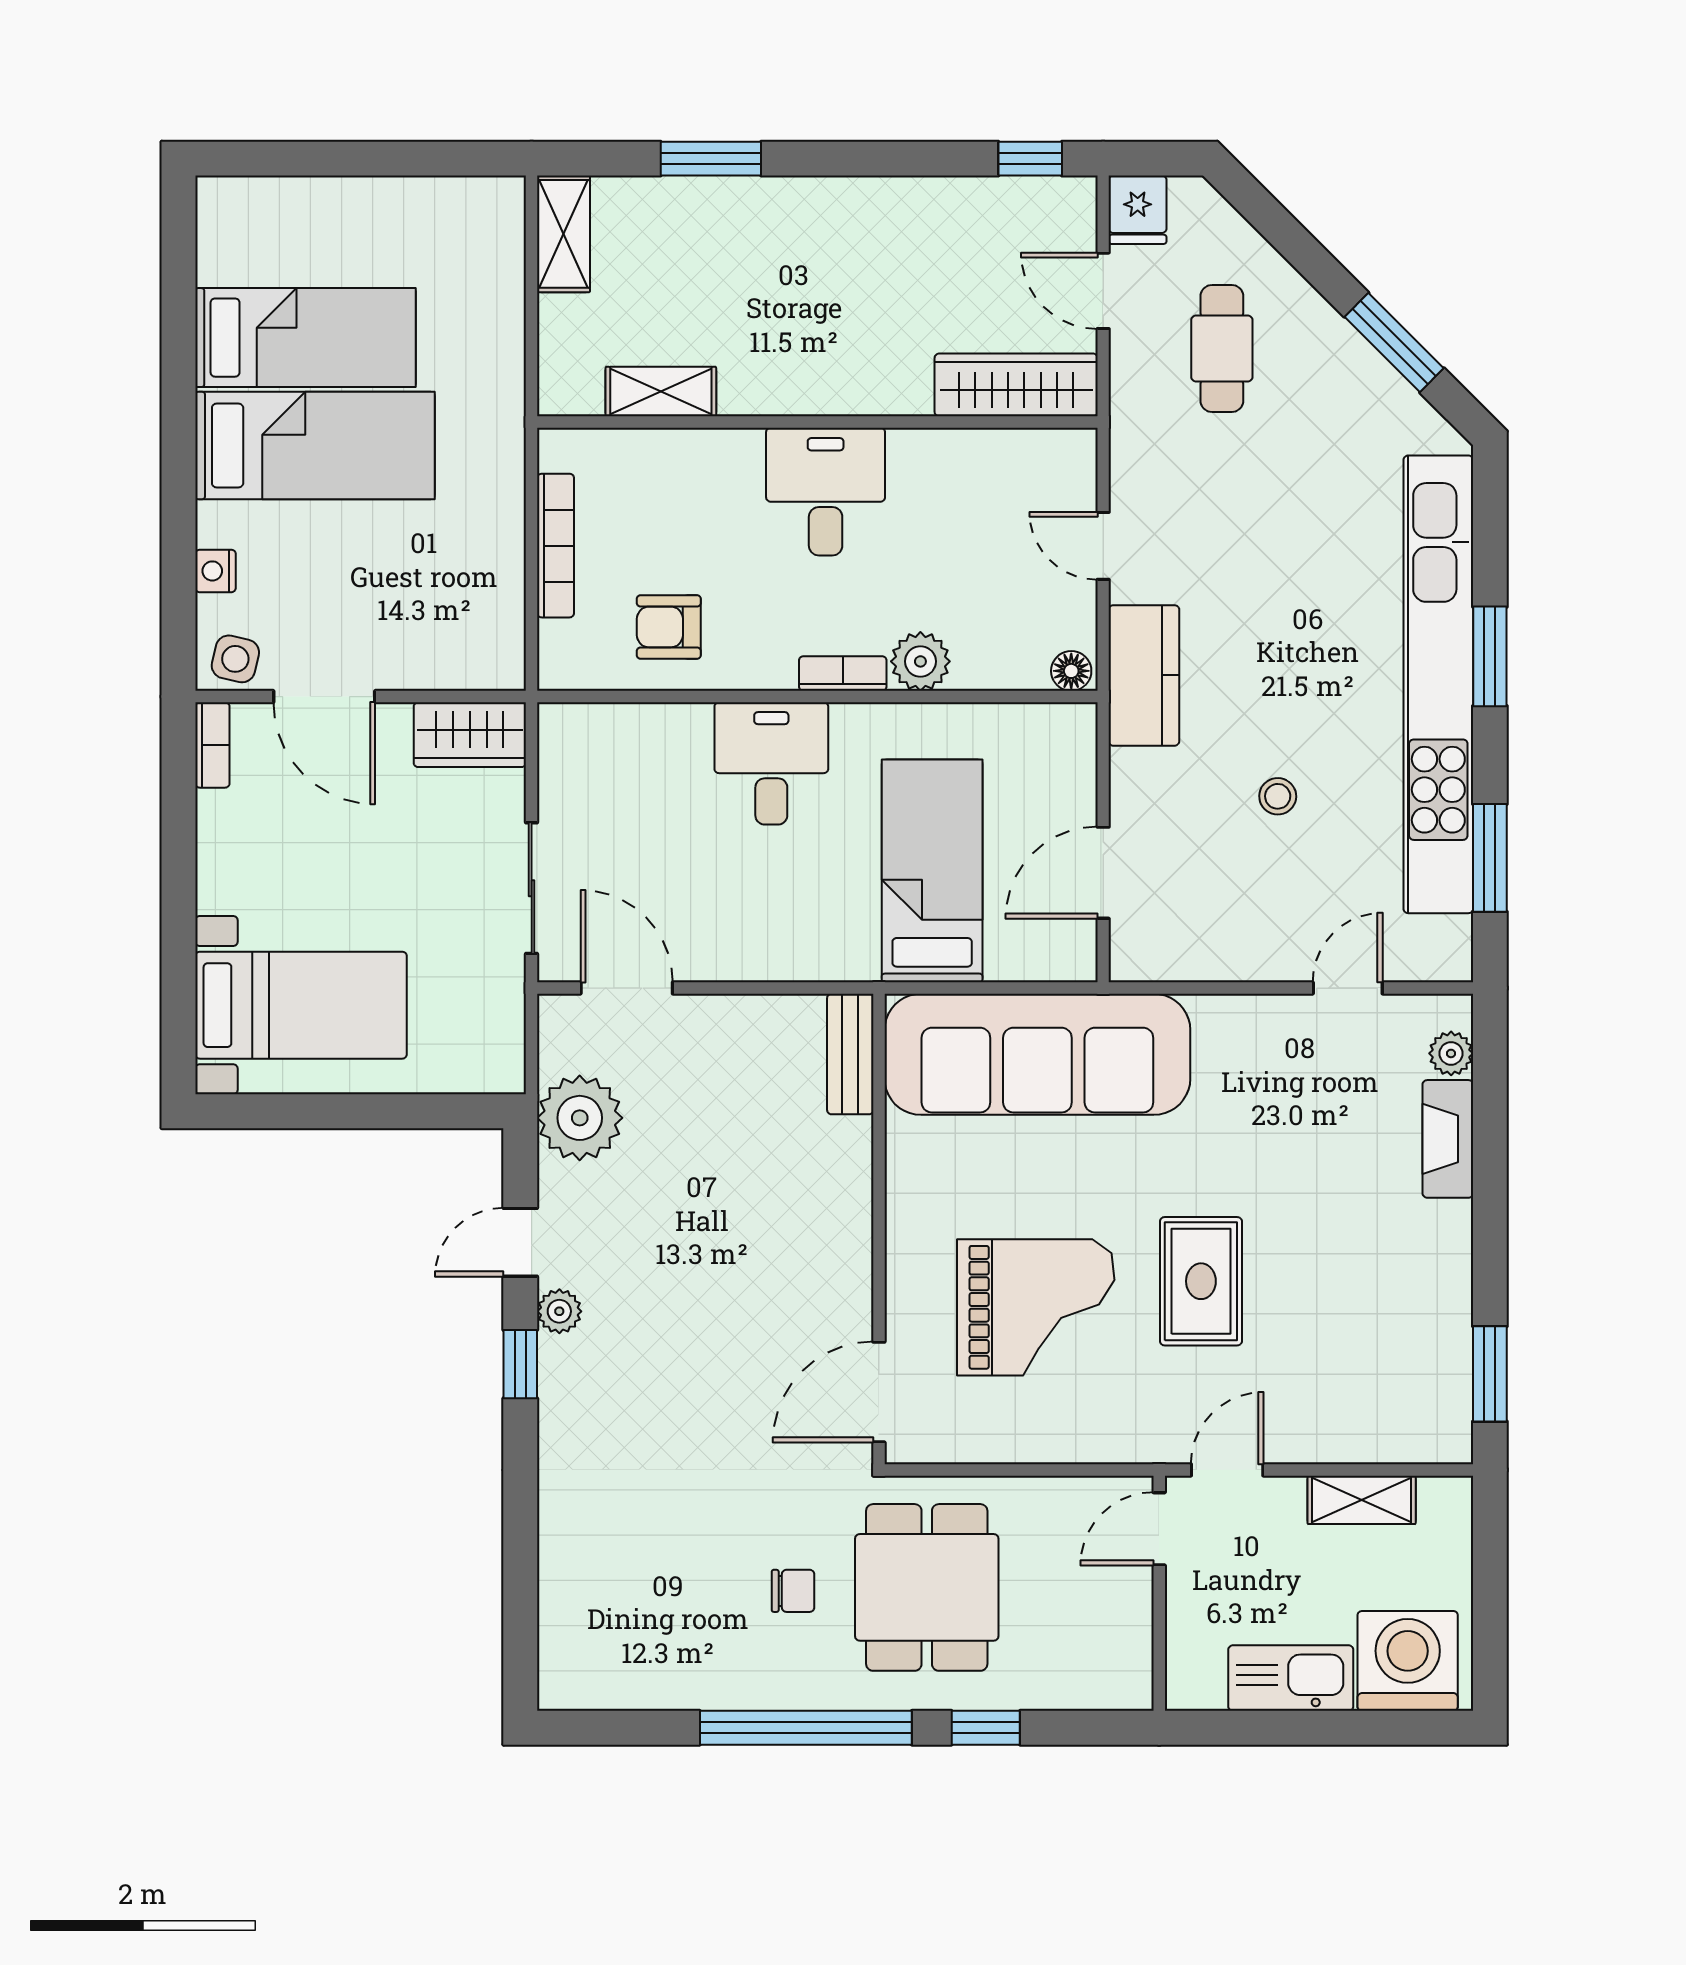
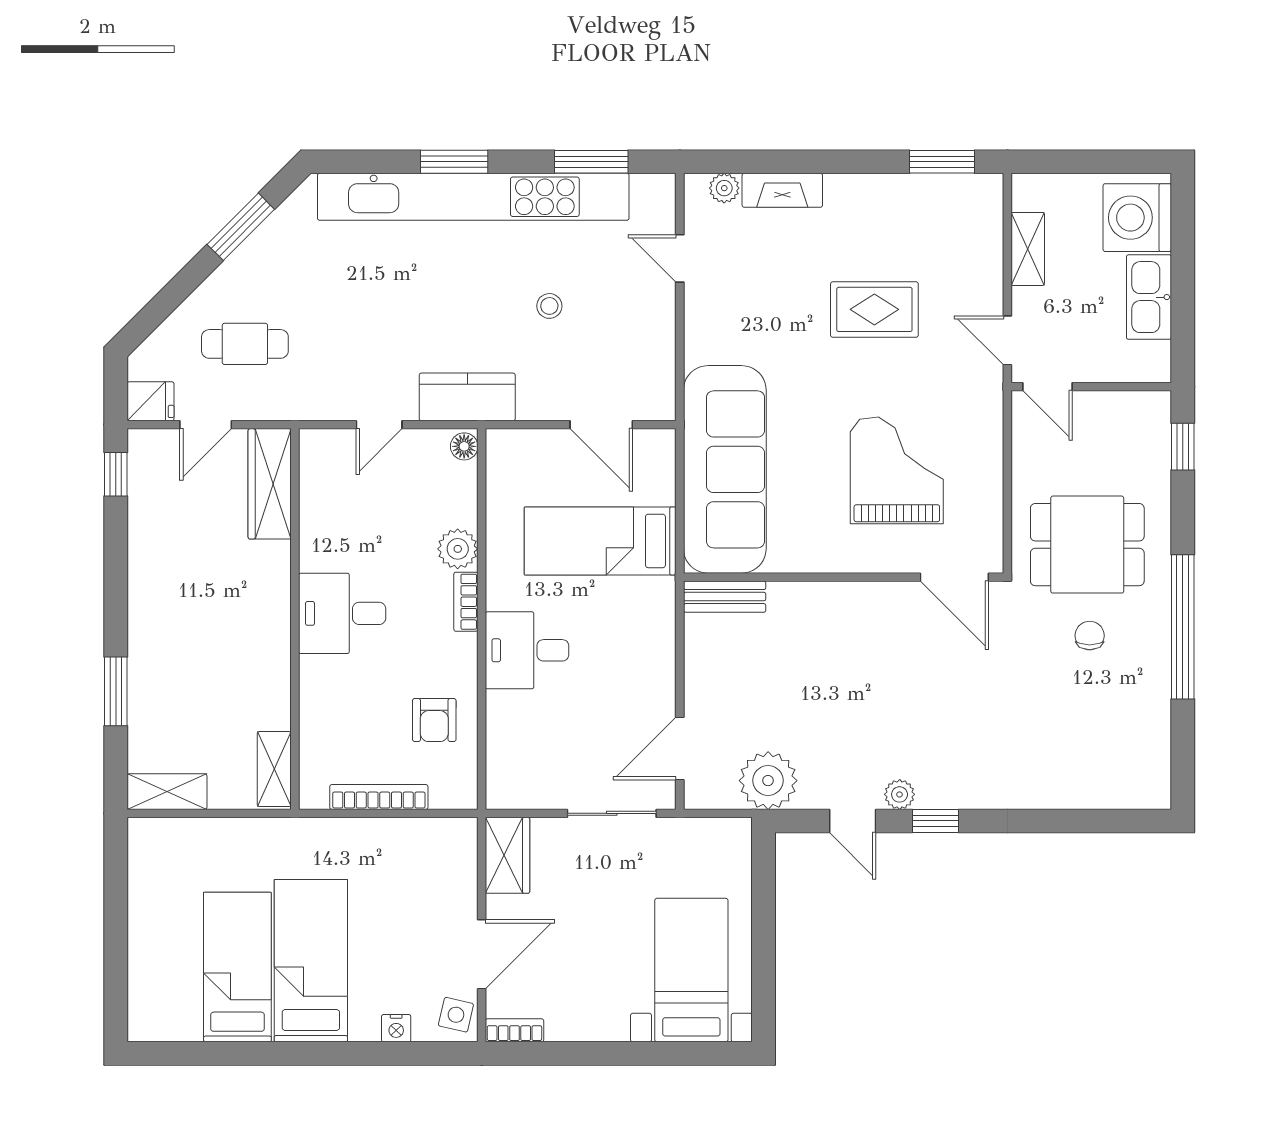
shelving: (661, 392) -> (274, 769), moved
rug: (1201, 1281) -> (874, 309), moved
window: (986, 1728) -> (1183, 447), moved

